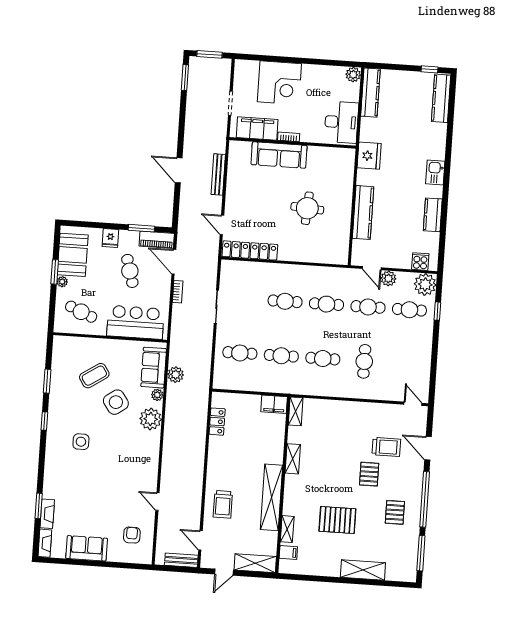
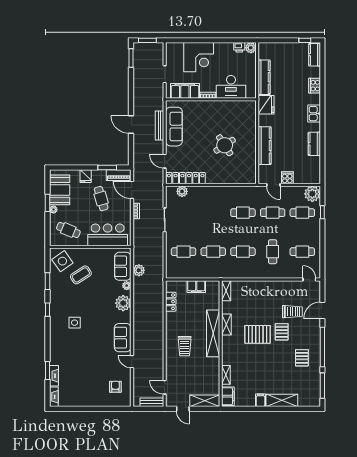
printer: (337, 73) -> (239, 47), added
kitchen counter: (370, 93) -> (264, 77), moved
kitchen counter: (441, 98) -> (315, 55), width x0.67
desk: (341, 122) -> (231, 87), moved, turned 90
cooker: (439, 134) -> (315, 86), added
sofa: (279, 155) -> (174, 127), moved, turned -90
round table: (307, 208) -> (225, 145), turned -37
cooker: (420, 262) -> (287, 178), moved
plant: (388, 278) -> (182, 191), moved
cafe table: (285, 301) -> (302, 252), moved
side table: (116, 402) -> (62, 261), moved
filing cabinet: (274, 404) -> (196, 287), moved
door: (428, 448) -> (322, 310), hinge flipped
shelving: (271, 497) -> (213, 333), moved
trolley: (223, 504) -> (185, 346), moved
pallet: (337, 520) -> (258, 334), moved
sofa: (87, 548) -> (123, 338), moved, turned -90
filing cabinet: (288, 552) -> (228, 396), width x2.00
filing cabinet: (333, 568) -> (260, 400), added
door: (224, 572) -> (183, 409), hinge flipped

